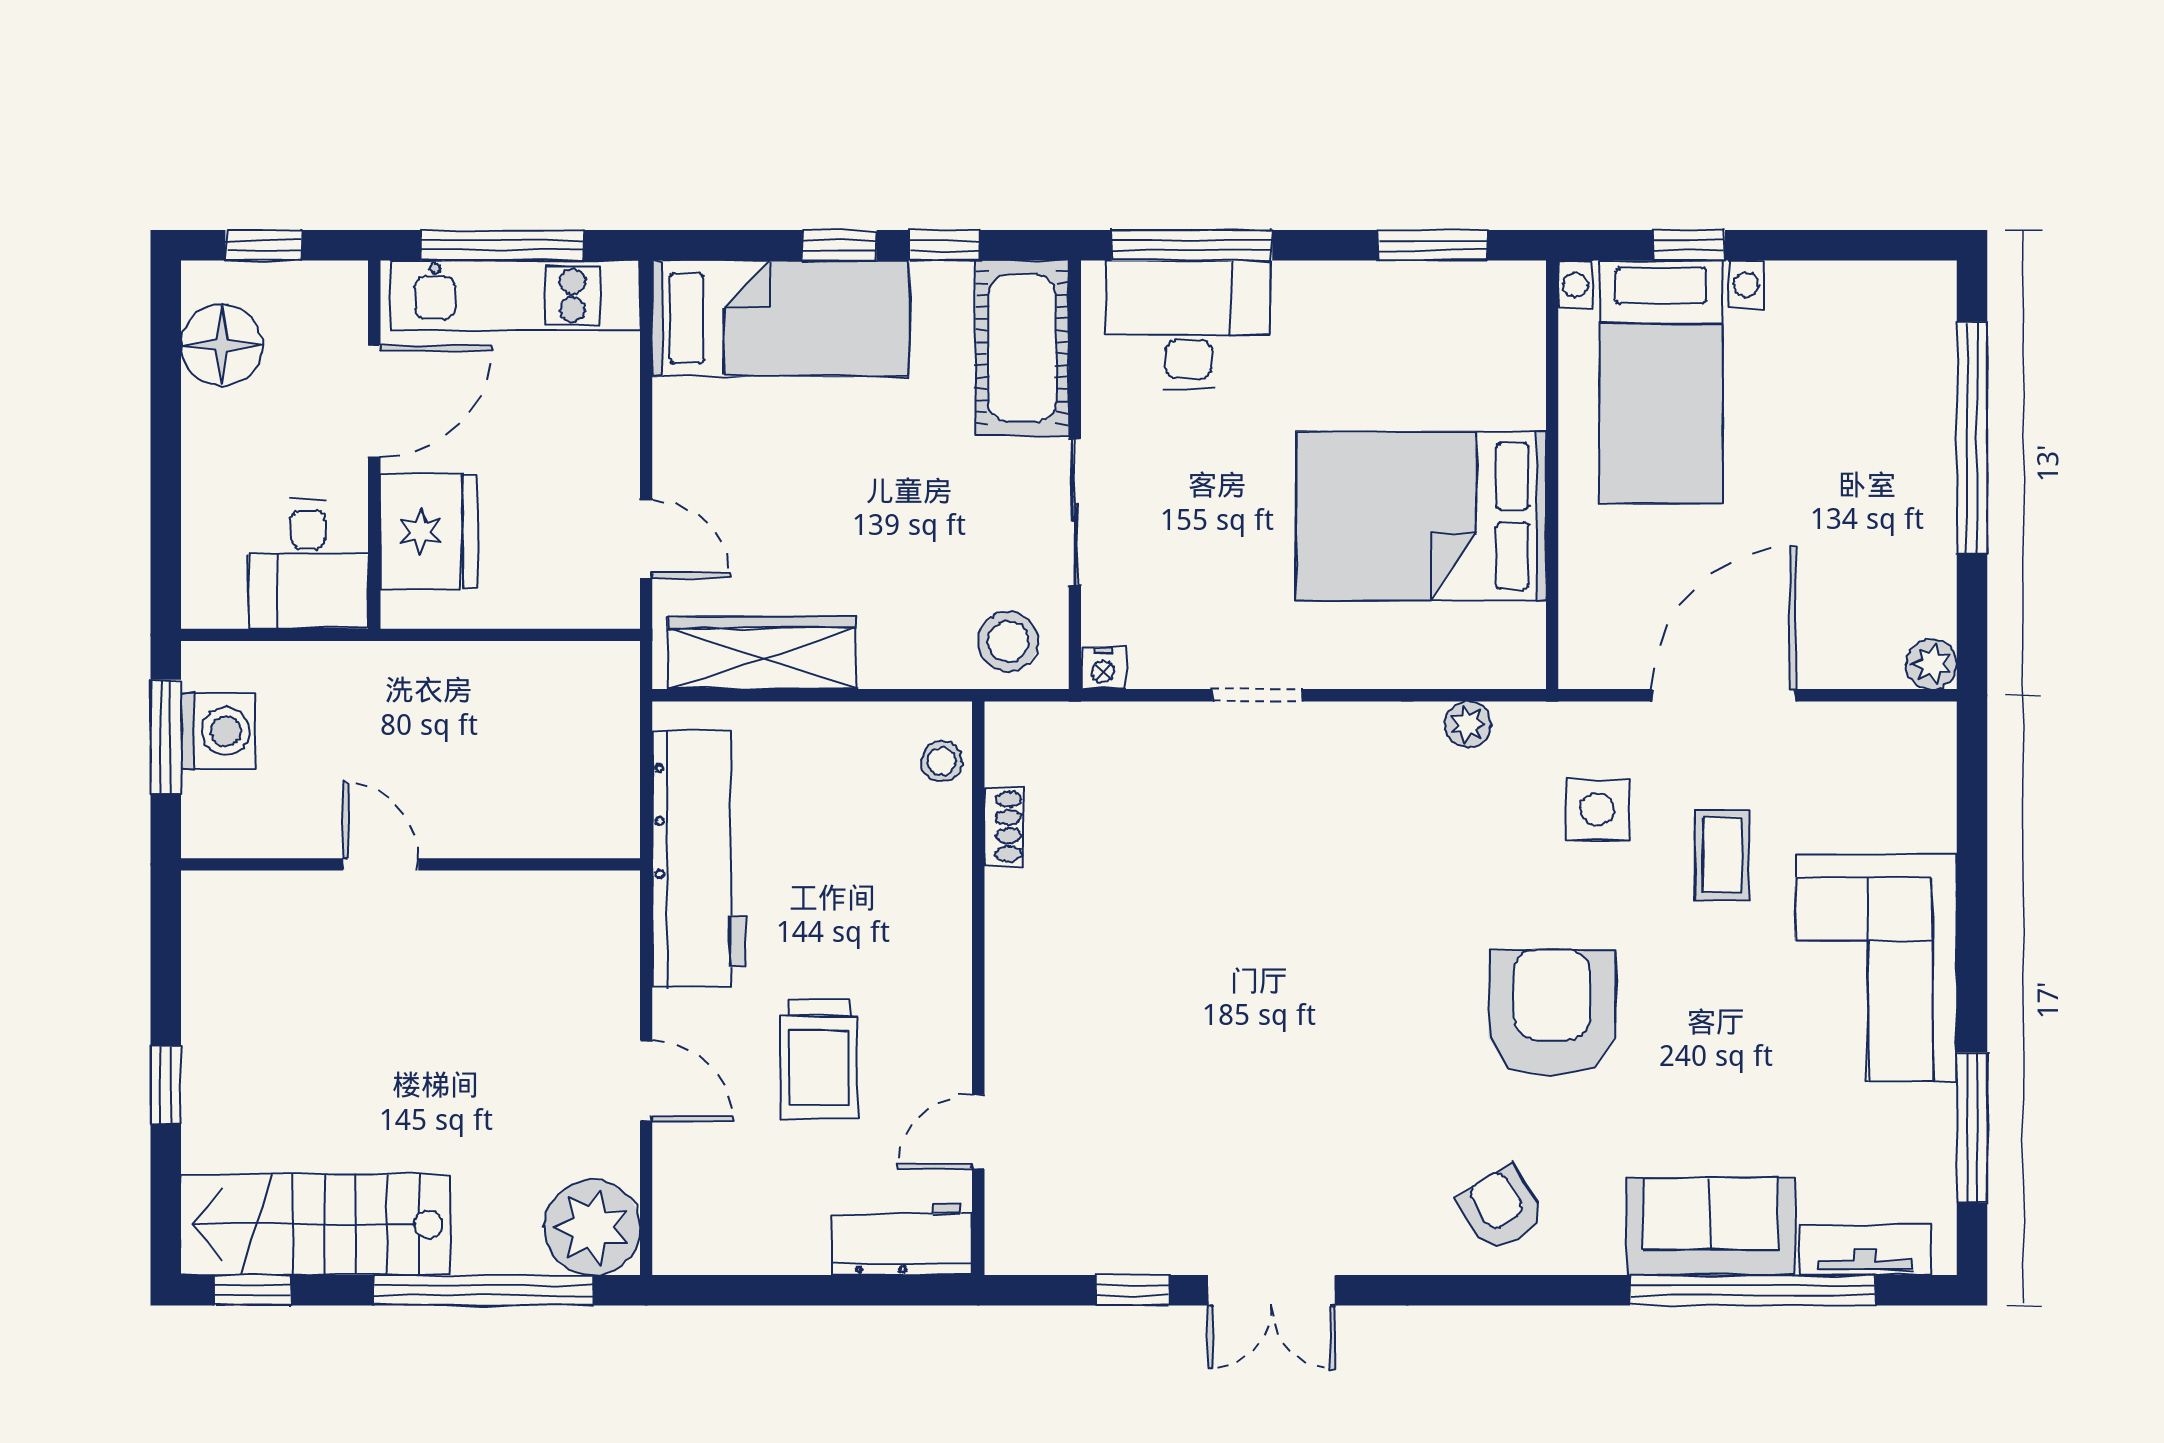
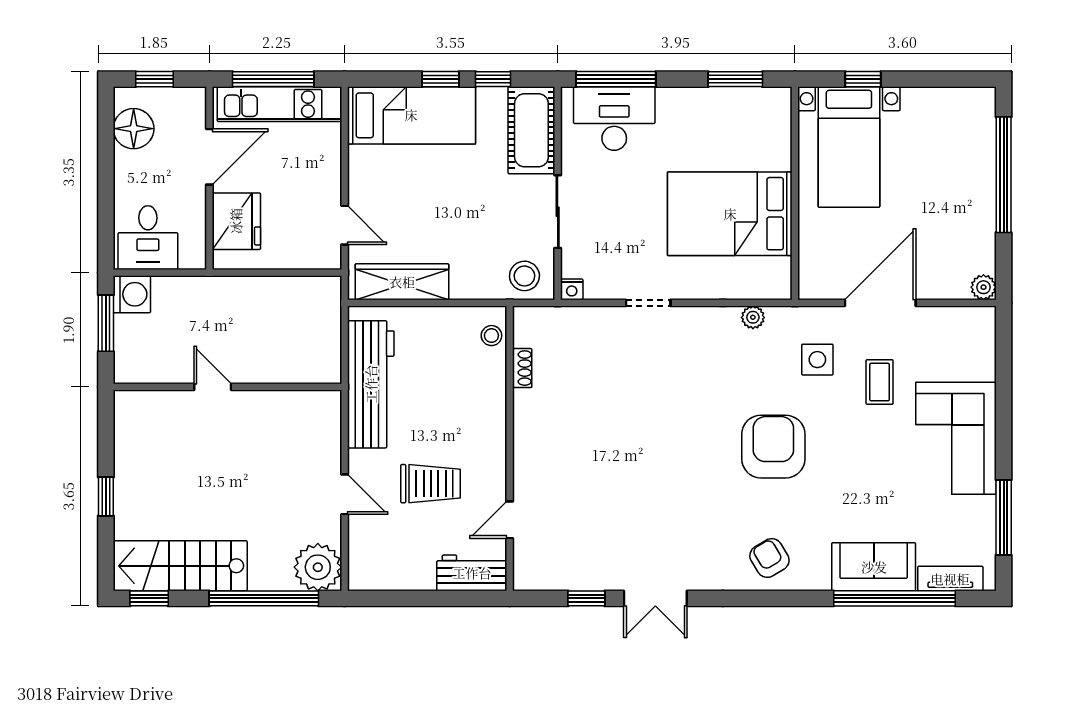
desk: (308, 564) -> (148, 238), moved
washing machine: (218, 731) -> (132, 294), moved
armchair: (1552, 1012) -> (773, 447), moved
trolley: (819, 1059) -> (431, 484), turned -90

